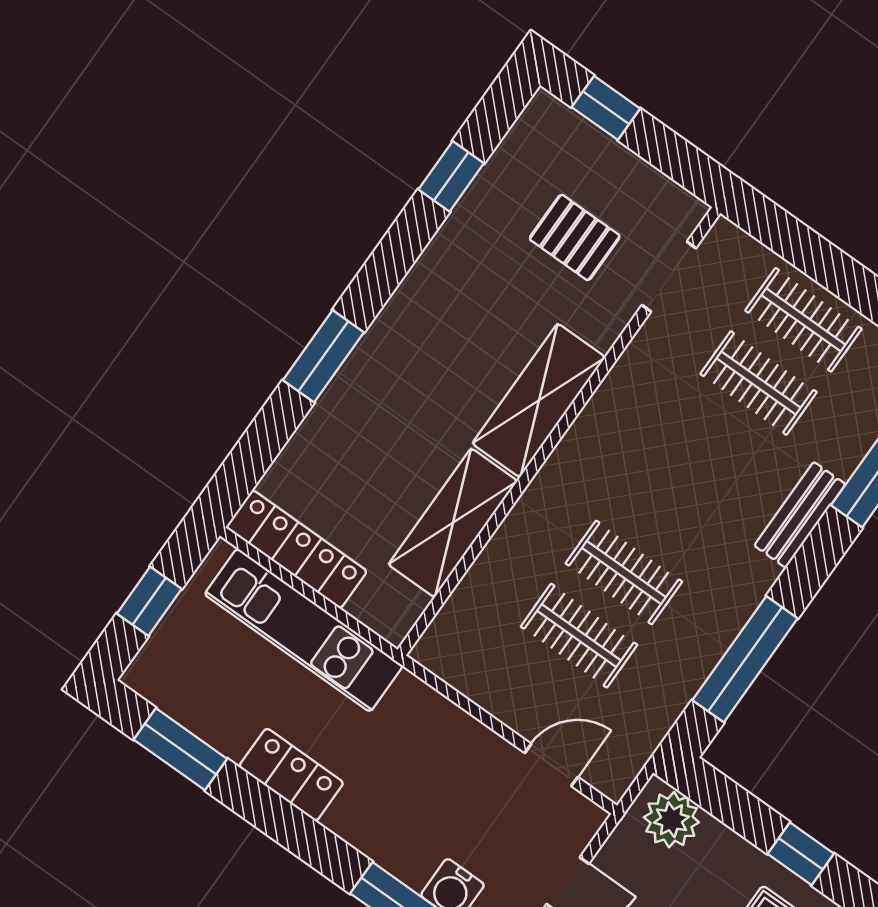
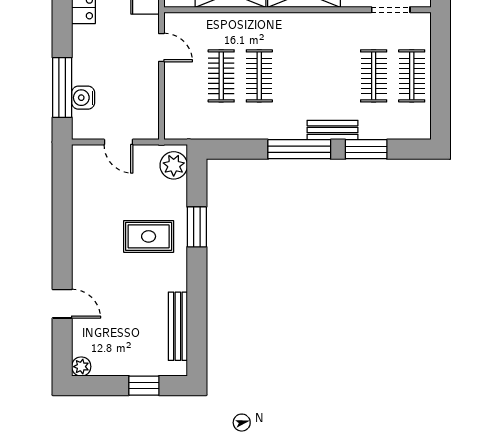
window: (745, 659) -> (299, 149), moved
door: (551, 765) -> (161, 47), moved
window: (801, 854) -> (197, 227), width x1.50

